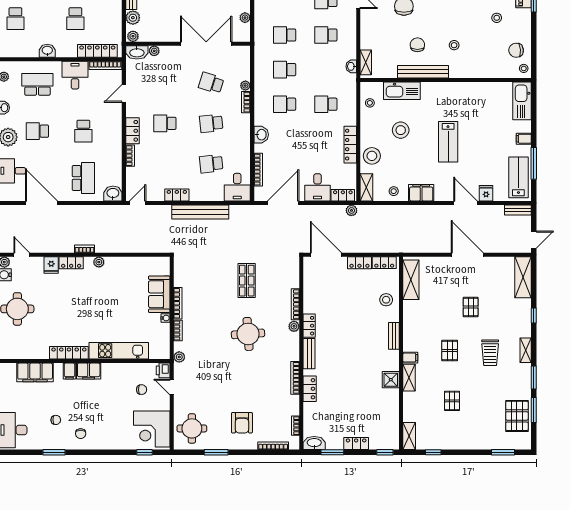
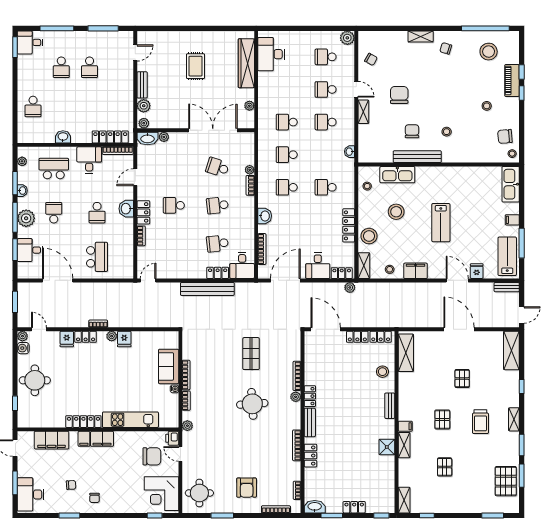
school desk: (75, 19) -> (90, 107), removed
shelving: (366, 62) -> (363, 112), moved
school desk: (37, 131) -> (54, 213), turned 90
washbasin: (113, 193) -> (126, 209), moved, turned -90
locker: (177, 195) -> (218, 273), moved
fridge: (112, 265) -> (124, 339), added
chair: (142, 390) -> (152, 456), width x1.87, depth x1.87

